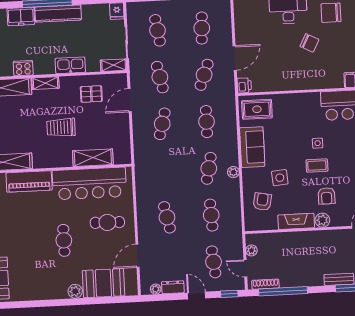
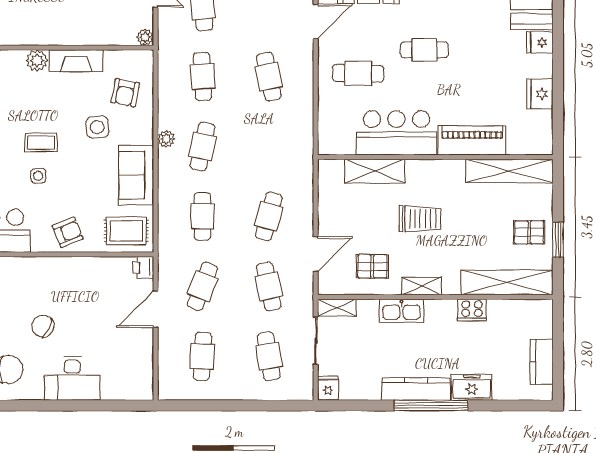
shelving: (45, 83) -> (422, 286), moved
bar counter: (89, 183) -> (397, 133), width x0.73
armchair: (327, 196) -> (68, 232), moved, turned 68
cafe table: (64, 240) -> (424, 50), turned 90
plant: (251, 250) -> (145, 37), moved

